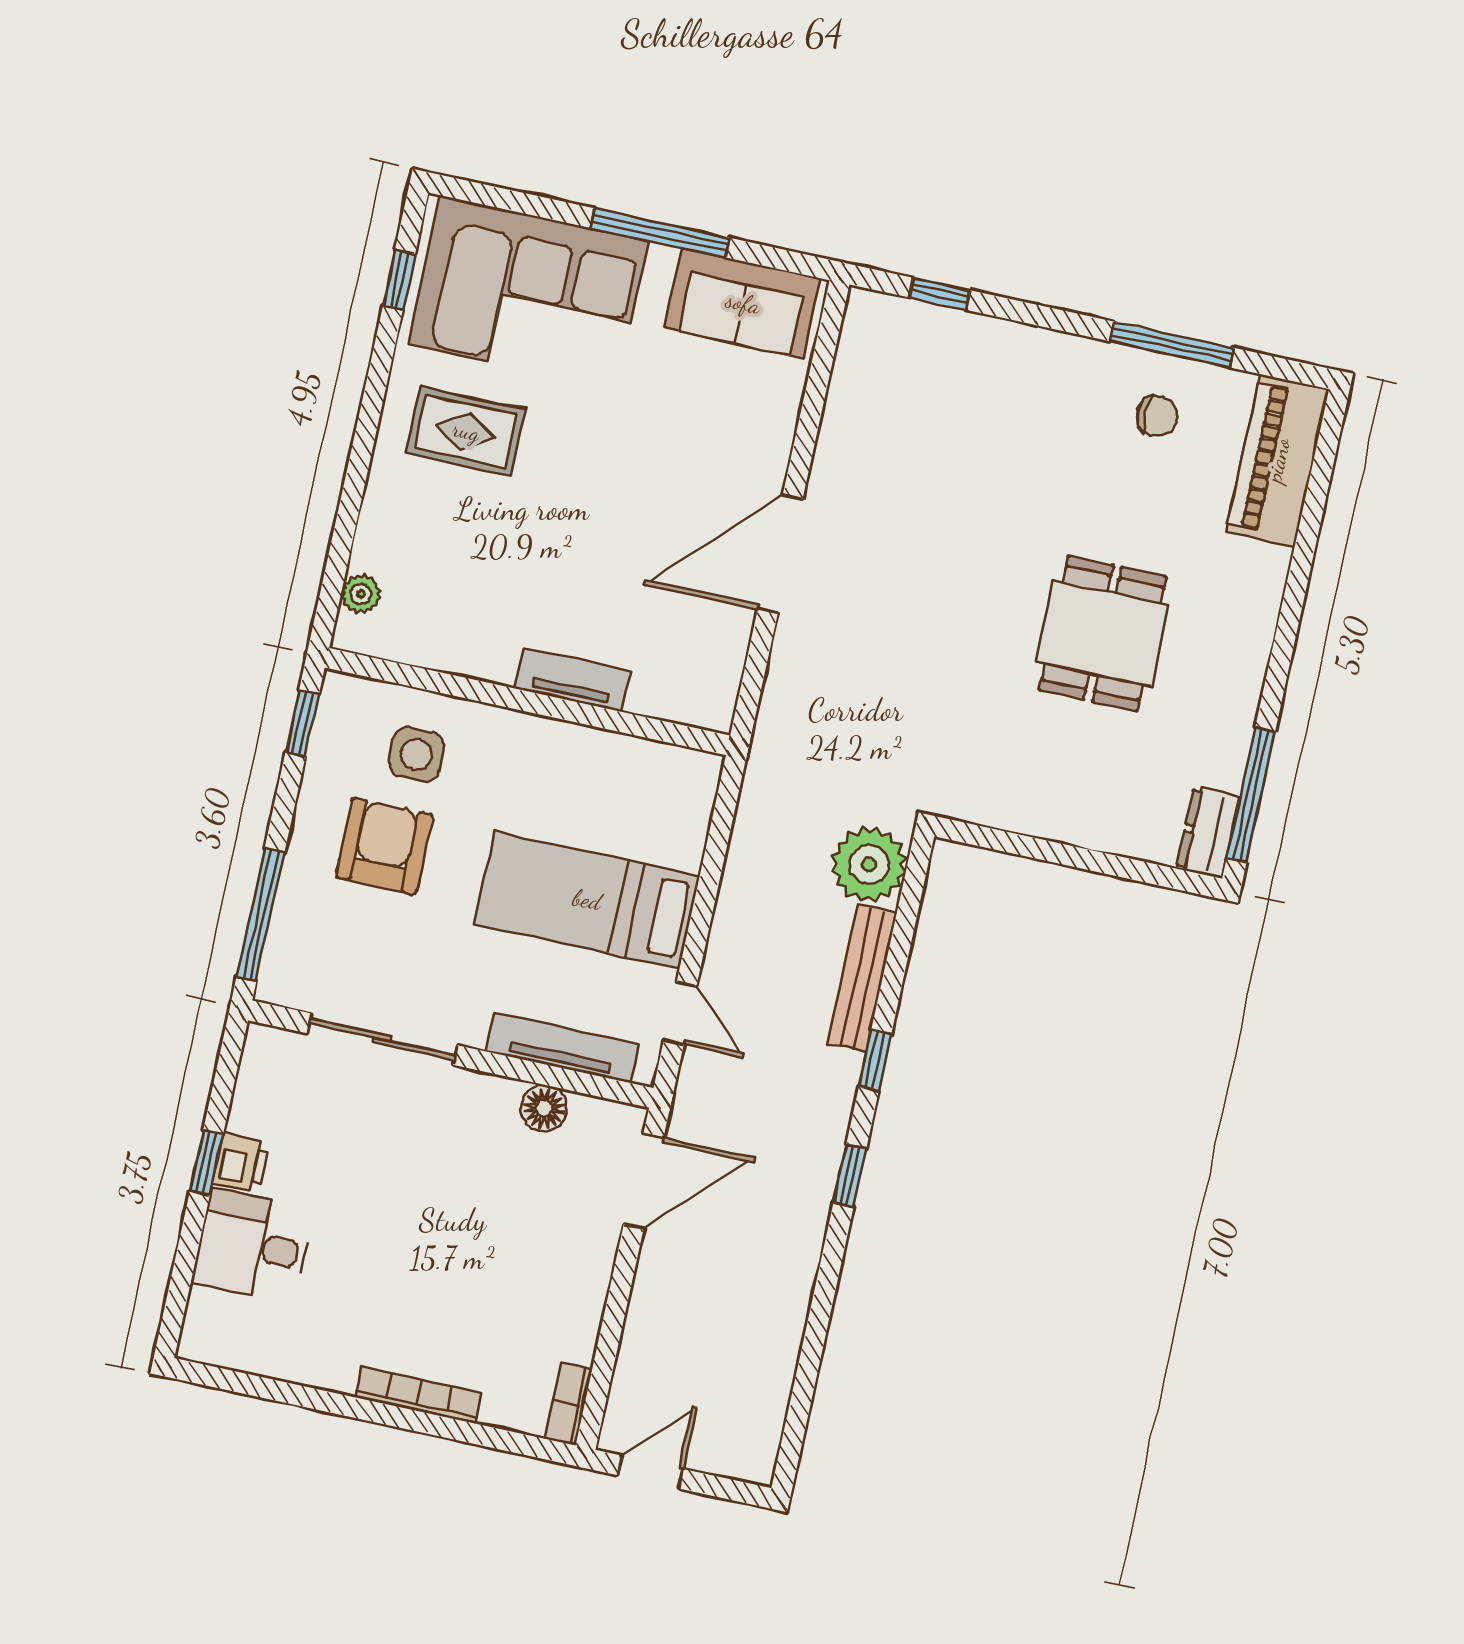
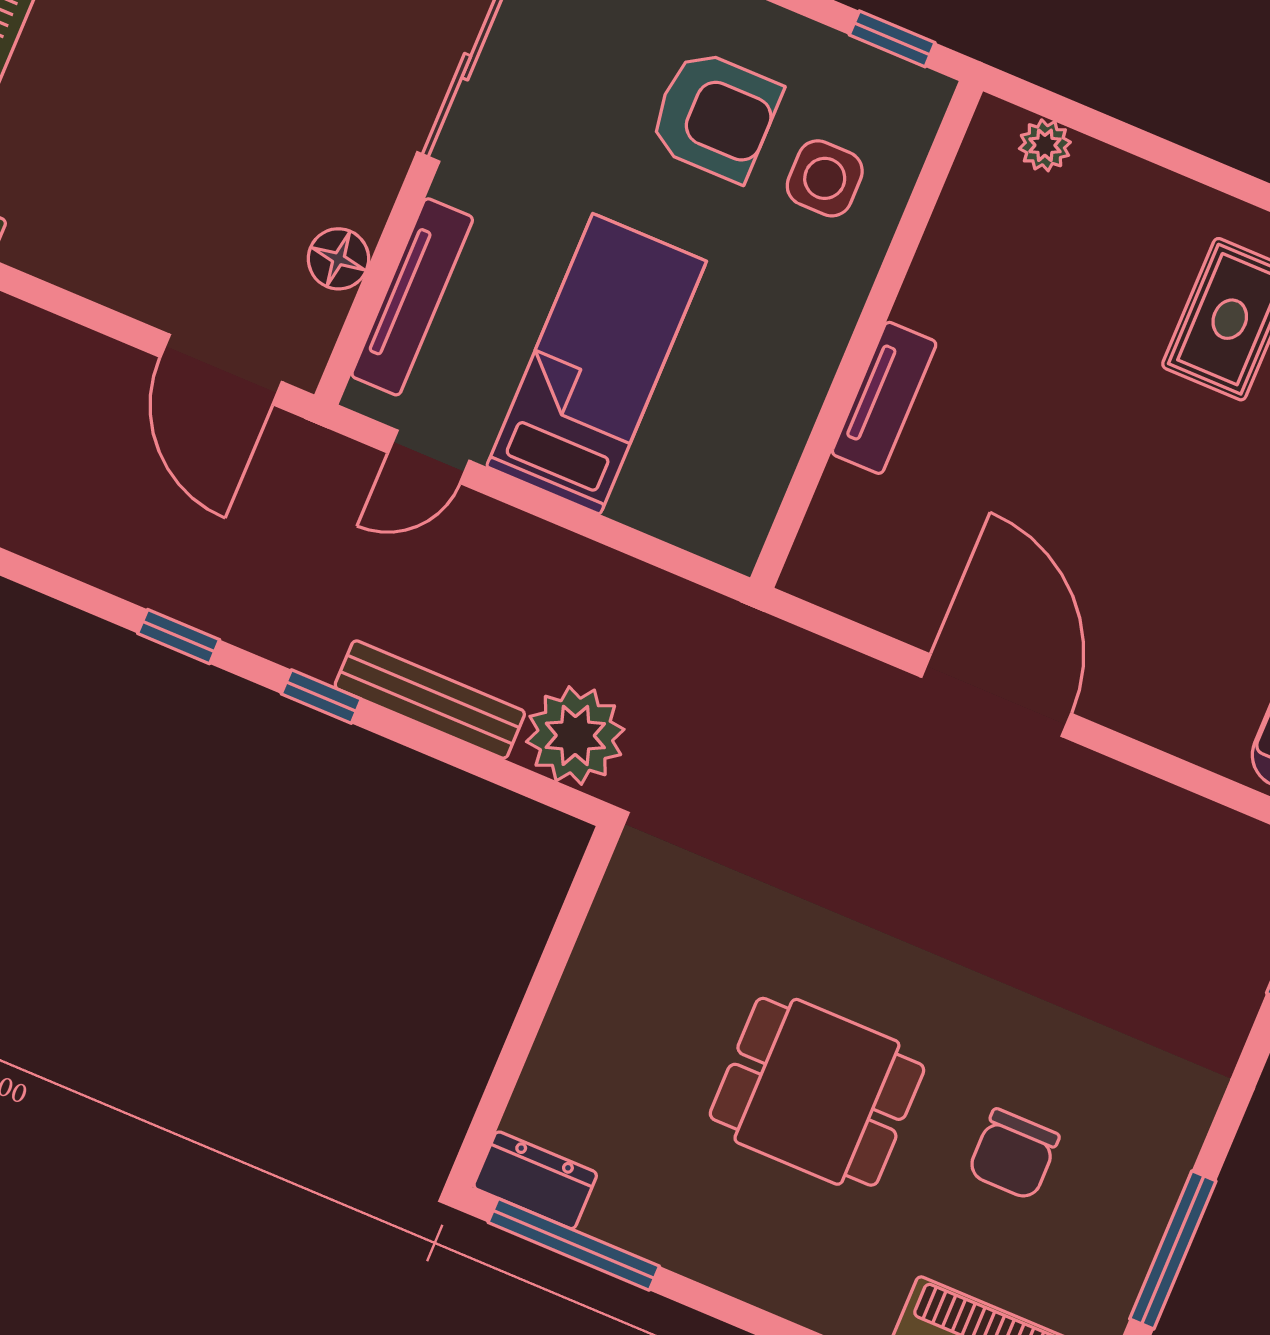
chair: (1157, 416) -> (1014, 1154), moved, width x1.37, depth x1.37

